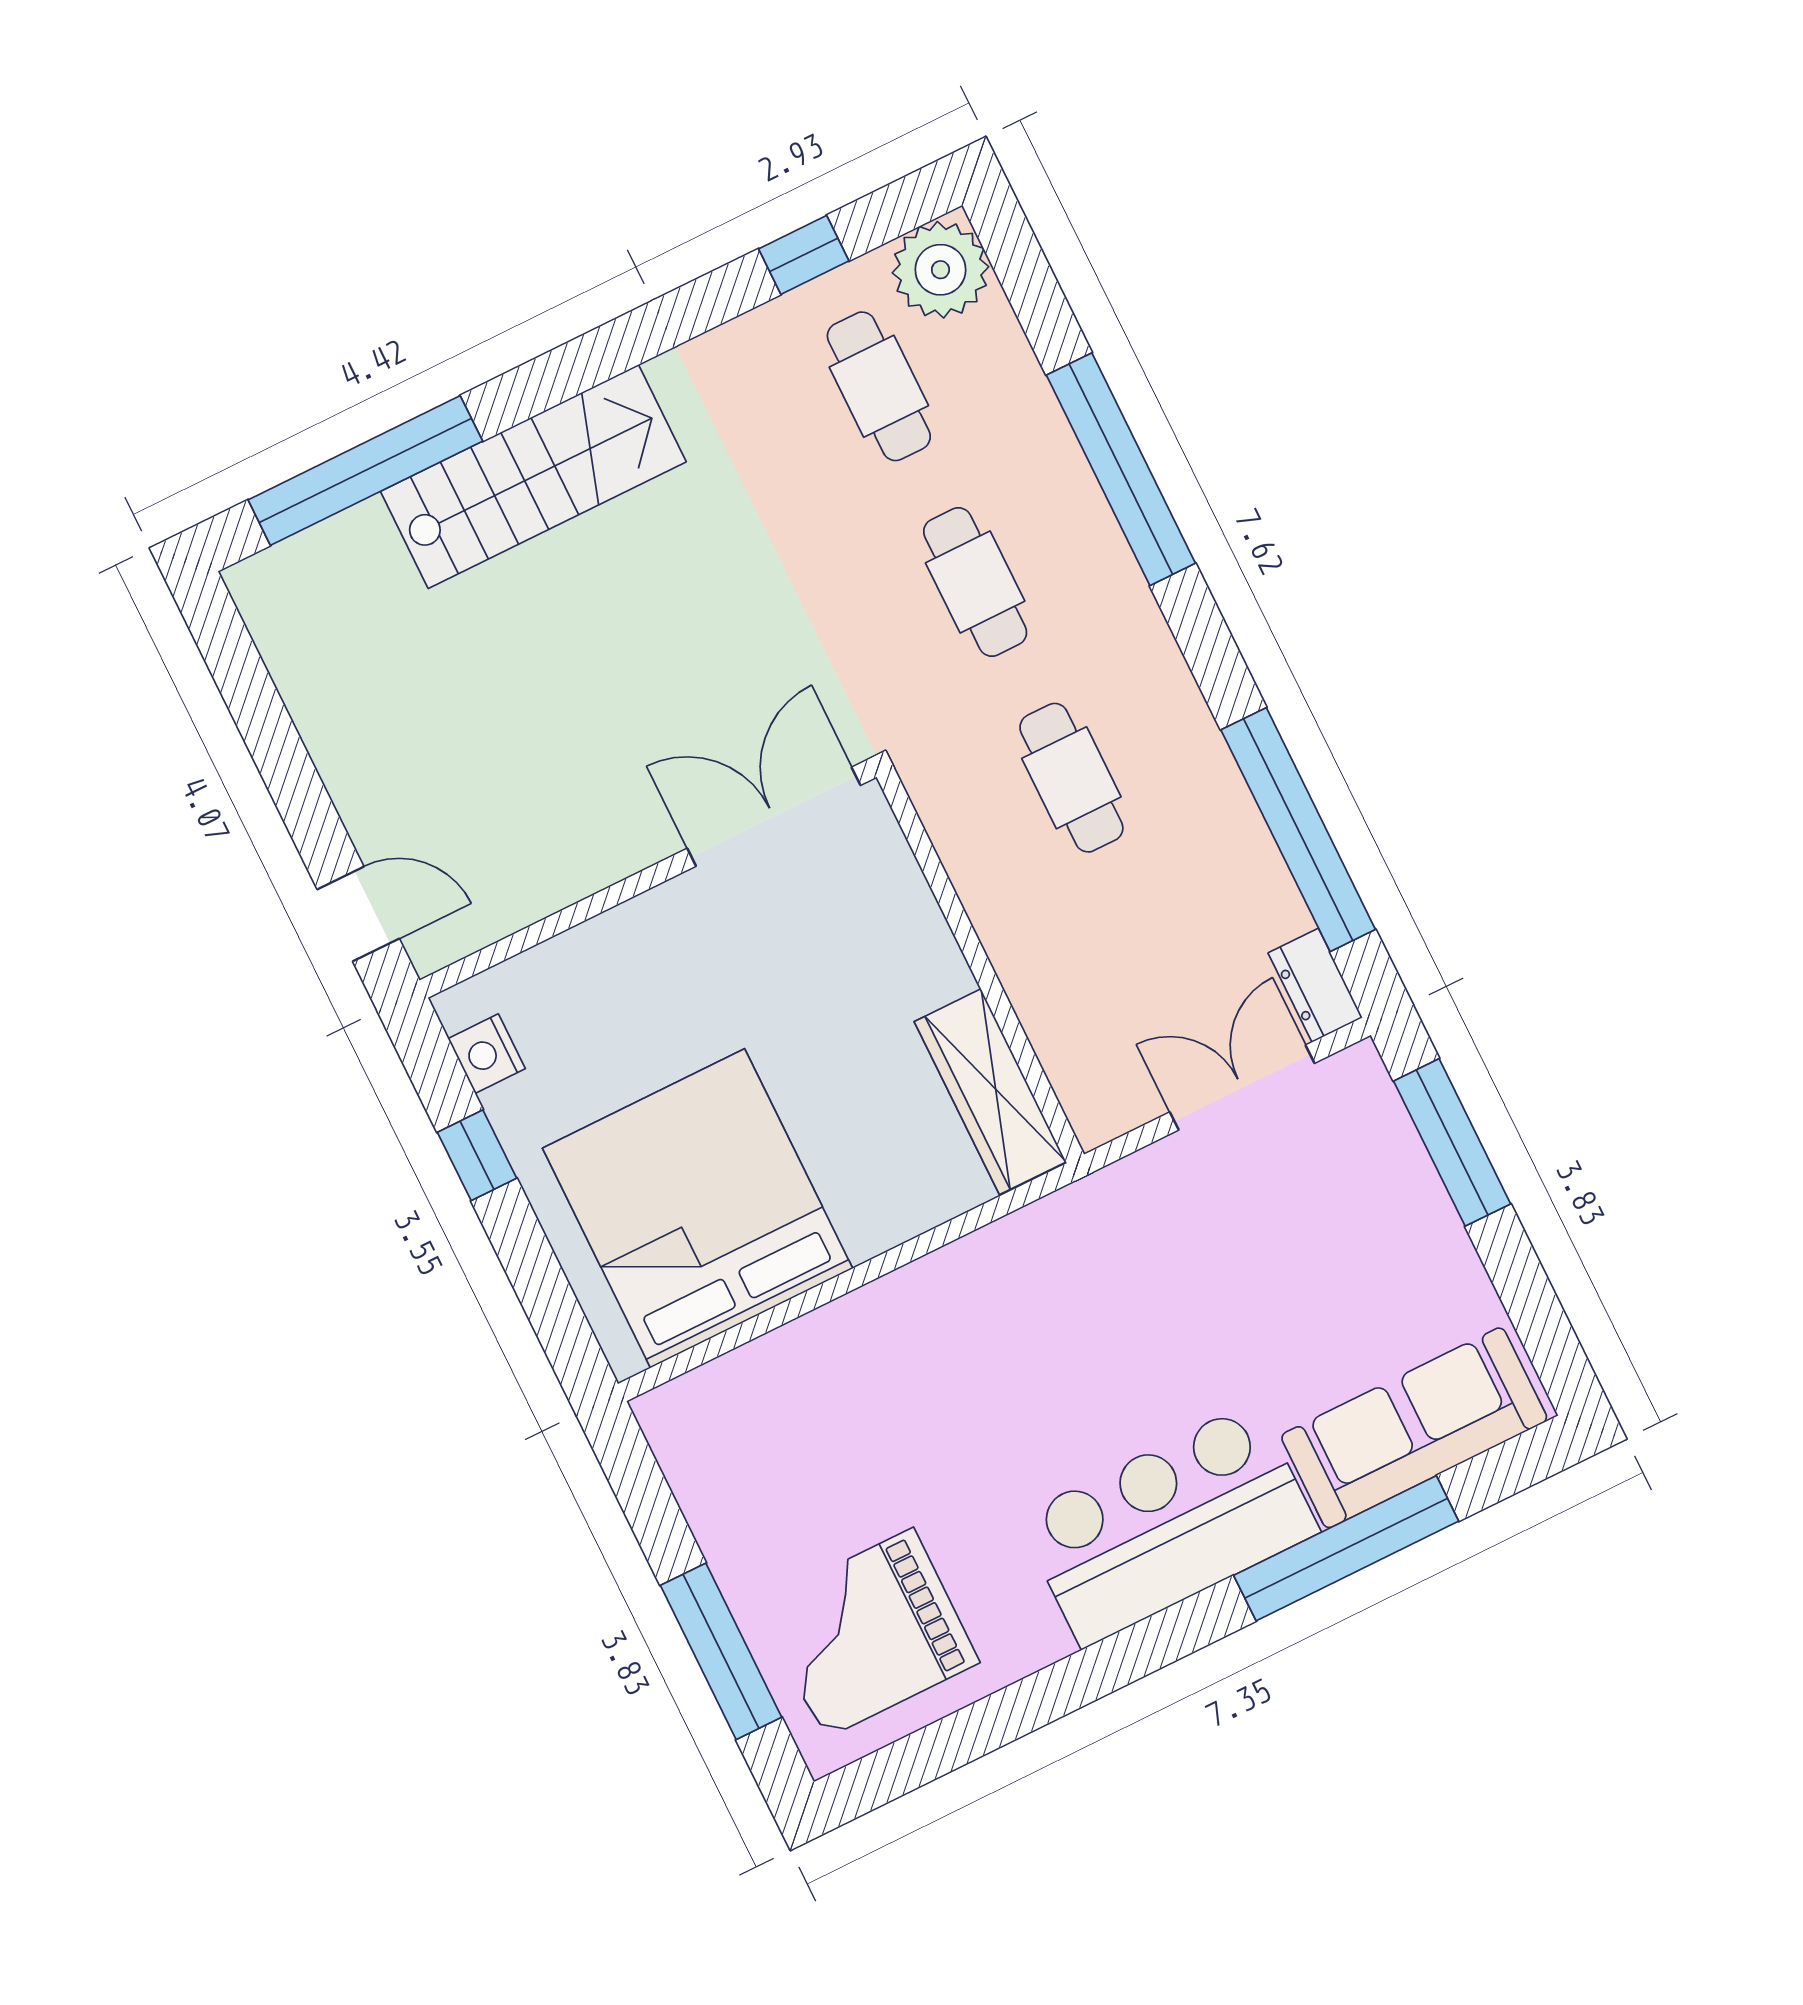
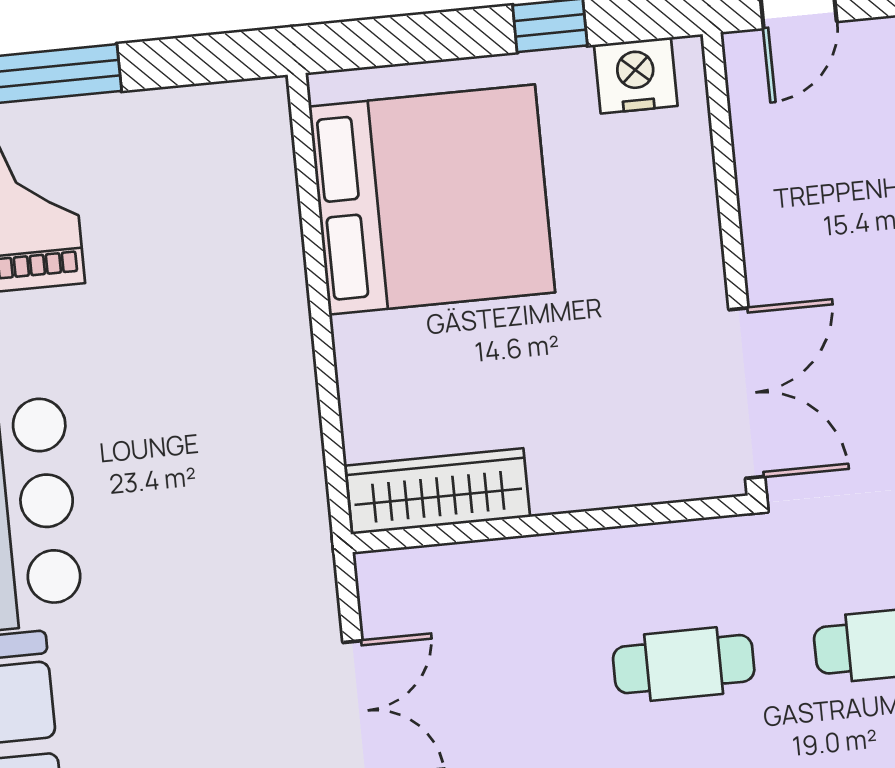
nightstand: (487, 1054) -> (636, 75), width x1.36, depth x1.33

